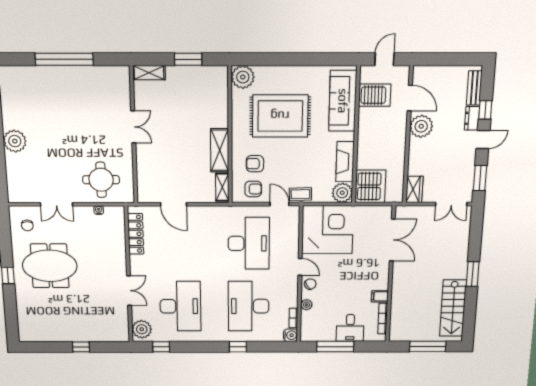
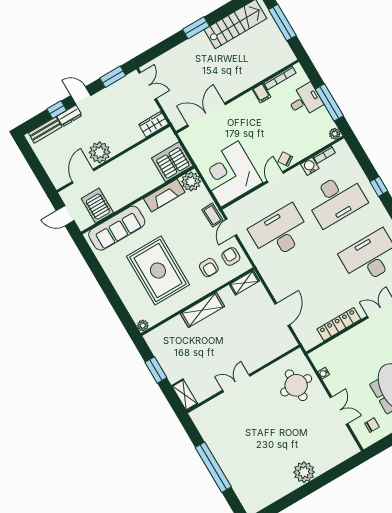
plant: (243, 77) -> (143, 326), width x0.53, depth x0.53
shelving: (220, 150) -> (202, 310), moved
locker: (136, 234) -> (339, 324), moved
plant: (306, 305) -> (335, 134), moved
water cooler: (290, 335) -> (310, 166), moved

